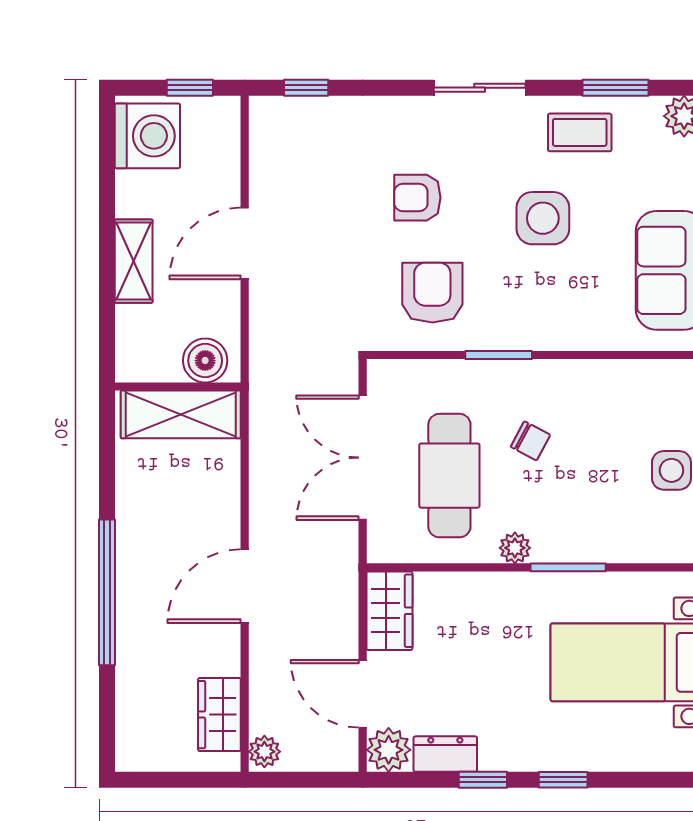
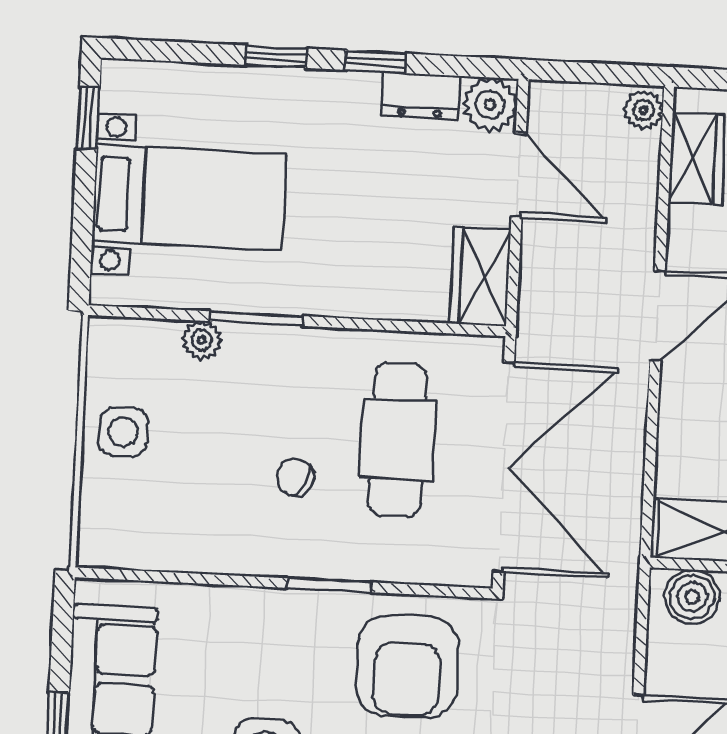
armchair: (432, 293) -> (407, 667), width x1.36, depth x1.36
double door: (363, 458) -> (504, 467), width x1.36
plant: (515, 548) -> (202, 340), moved

